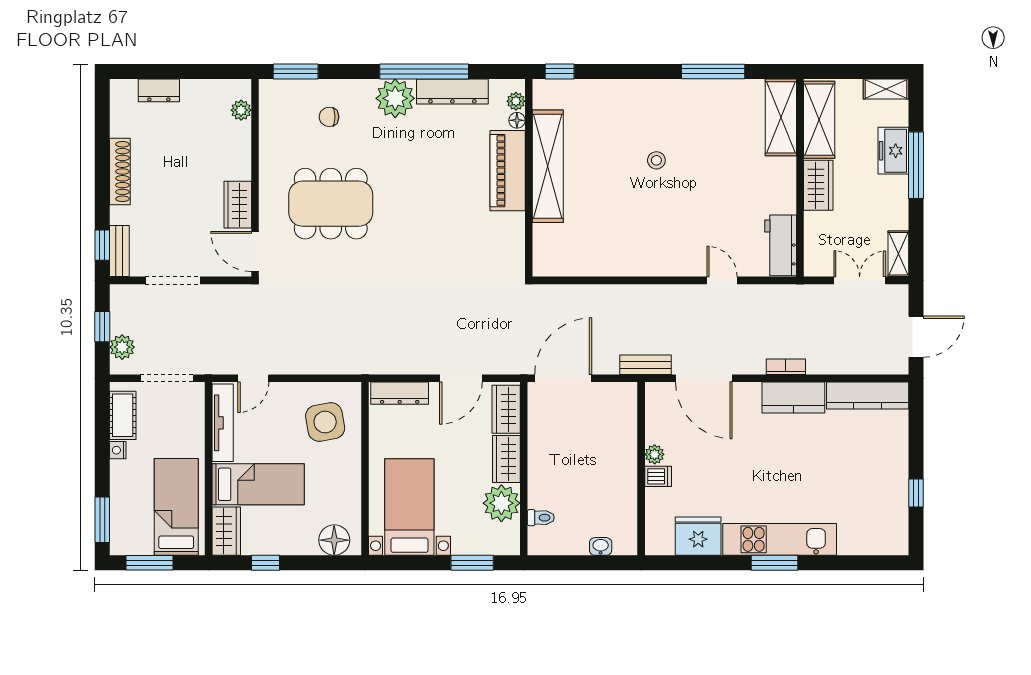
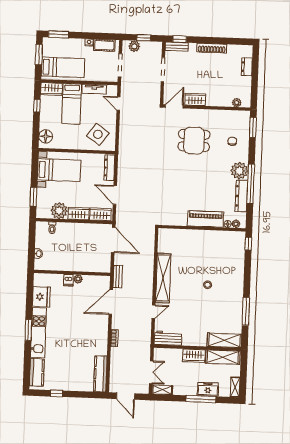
shelving: (548, 166) -> (163, 278), moved, turned 90
dining table: (331, 204) -> (194, 141), width x0.73
kitchen counter: (793, 397) -> (37, 372), moved, turned 180
side table: (325, 422) -> (98, 134), turned 45
tv unit: (223, 423) -> (94, 89), width x0.71

